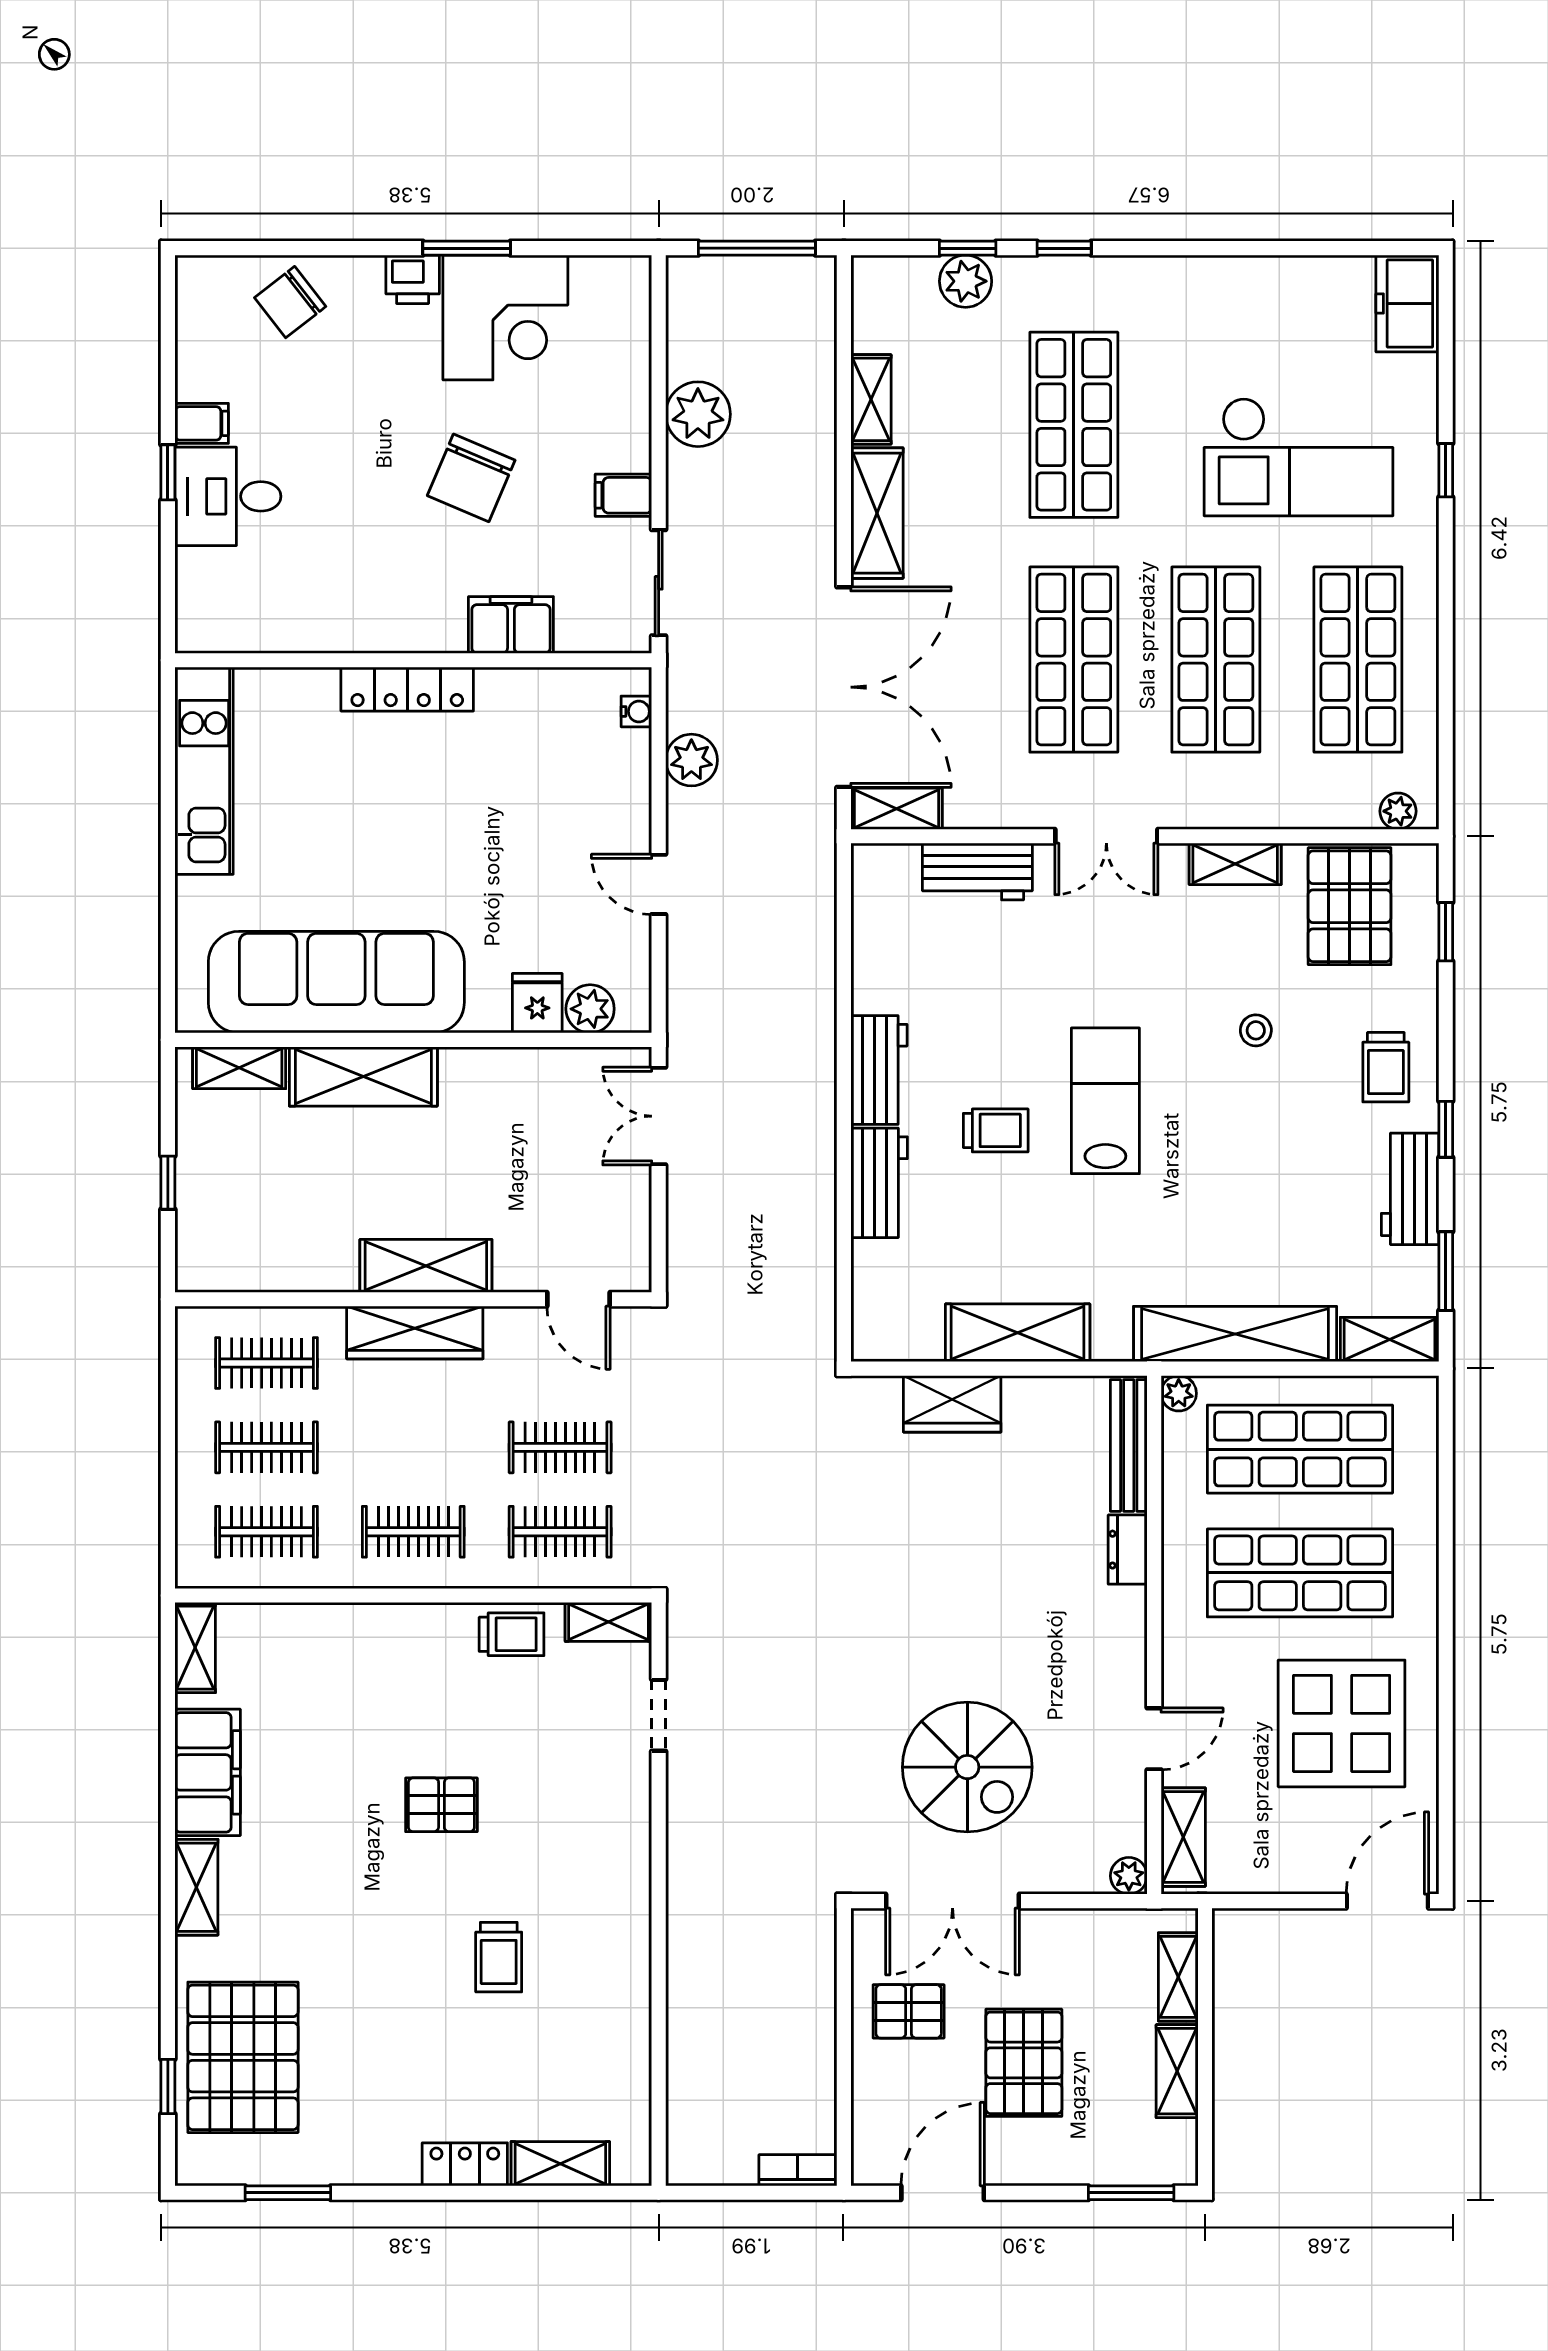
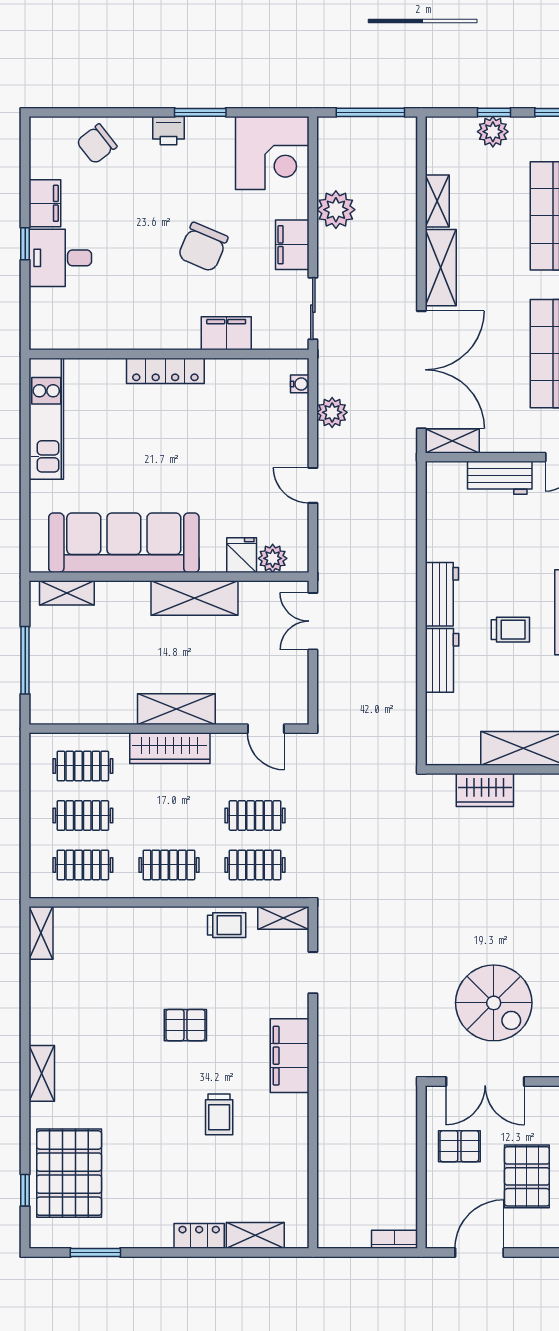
corner desk: (505, 318) -> (272, 153), moved
filing cabinet: (202, 423) -> (45, 203), width x2.00
filing cabinet: (623, 495) -> (292, 245), width x2.00
shelving: (363, 1076) -> (195, 598), moved
window: (168, 1183) -> (25, 660), width x2.17
filing cabinet: (208, 1772) -> (290, 1056), moved, turned 180

